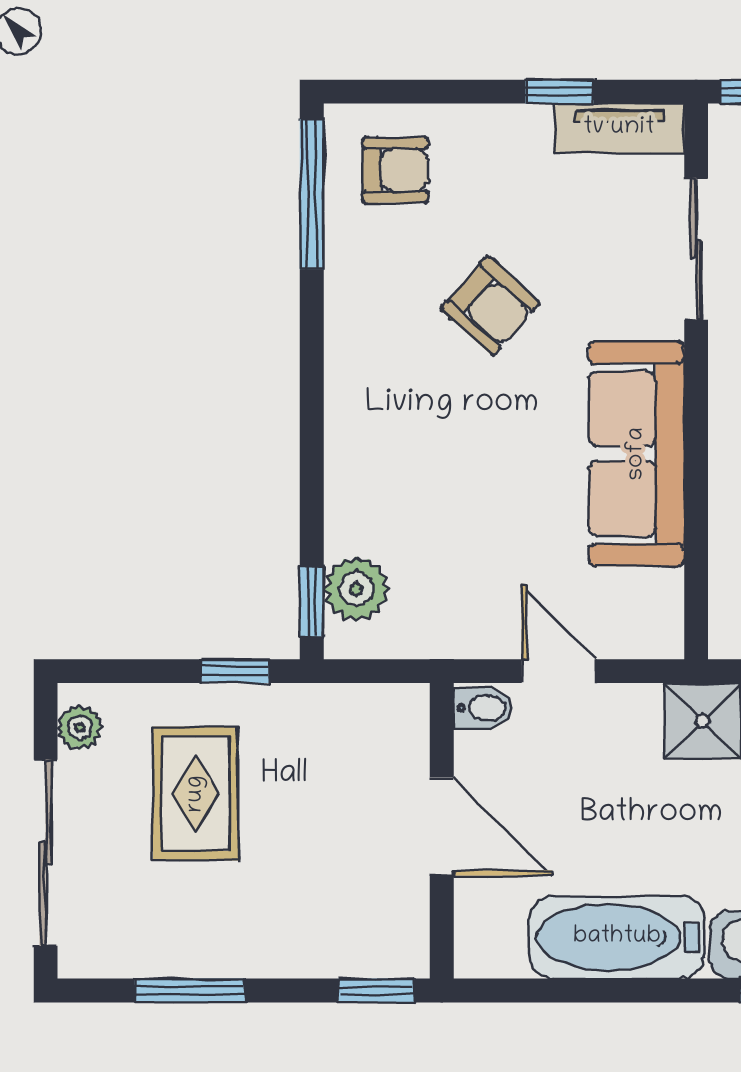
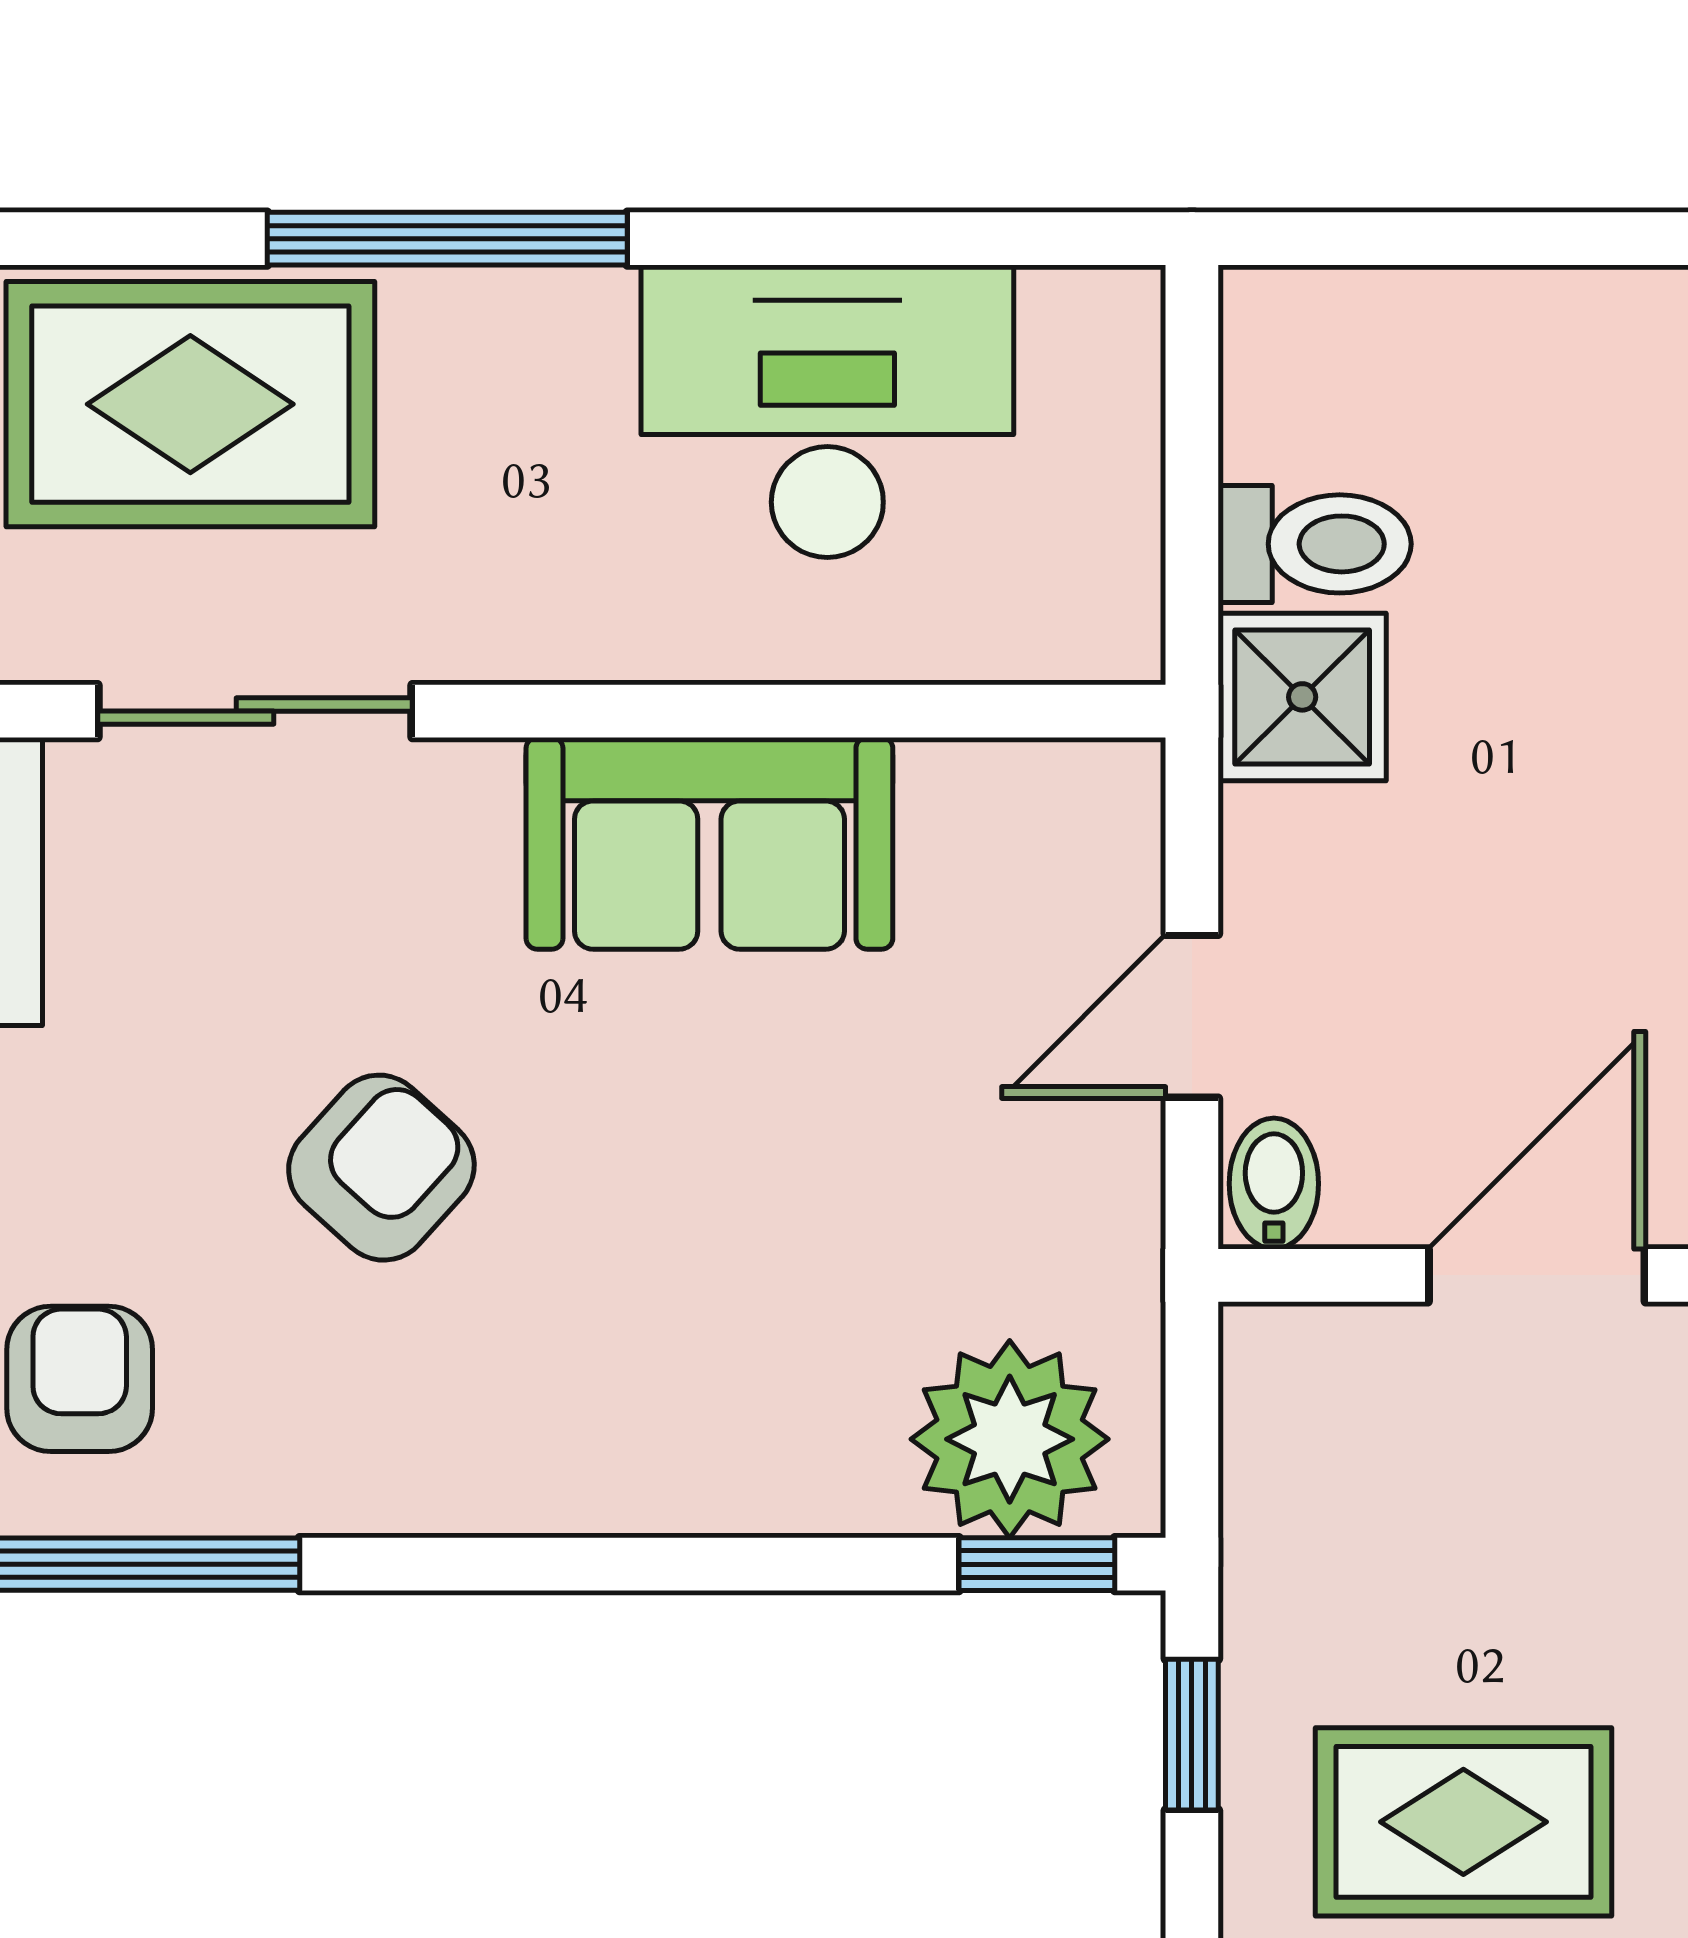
sofa: (637, 454) -> (709, 843), width x0.73
plant: (356, 589) -> (1010, 1439), width x1.36, depth x1.36

